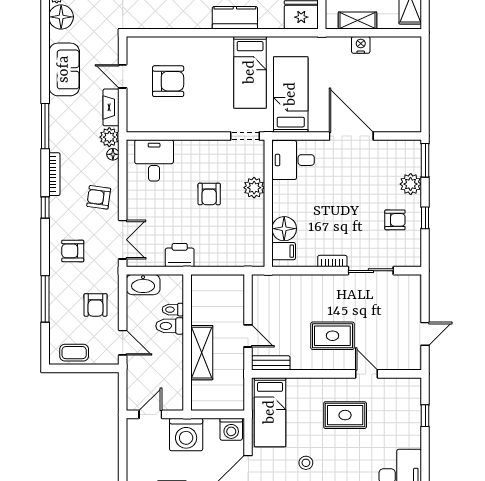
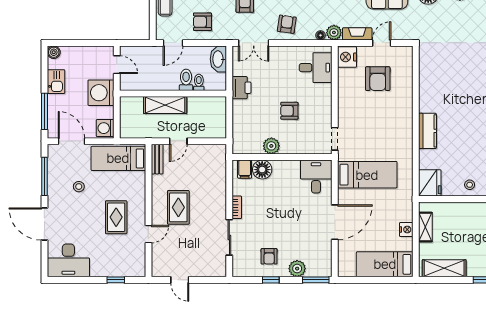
bed: (250, 72) -> (385, 264), moved
nightstand: (141, 120) -> (347, 57), added
plant: (254, 188) -> (271, 146), moved

